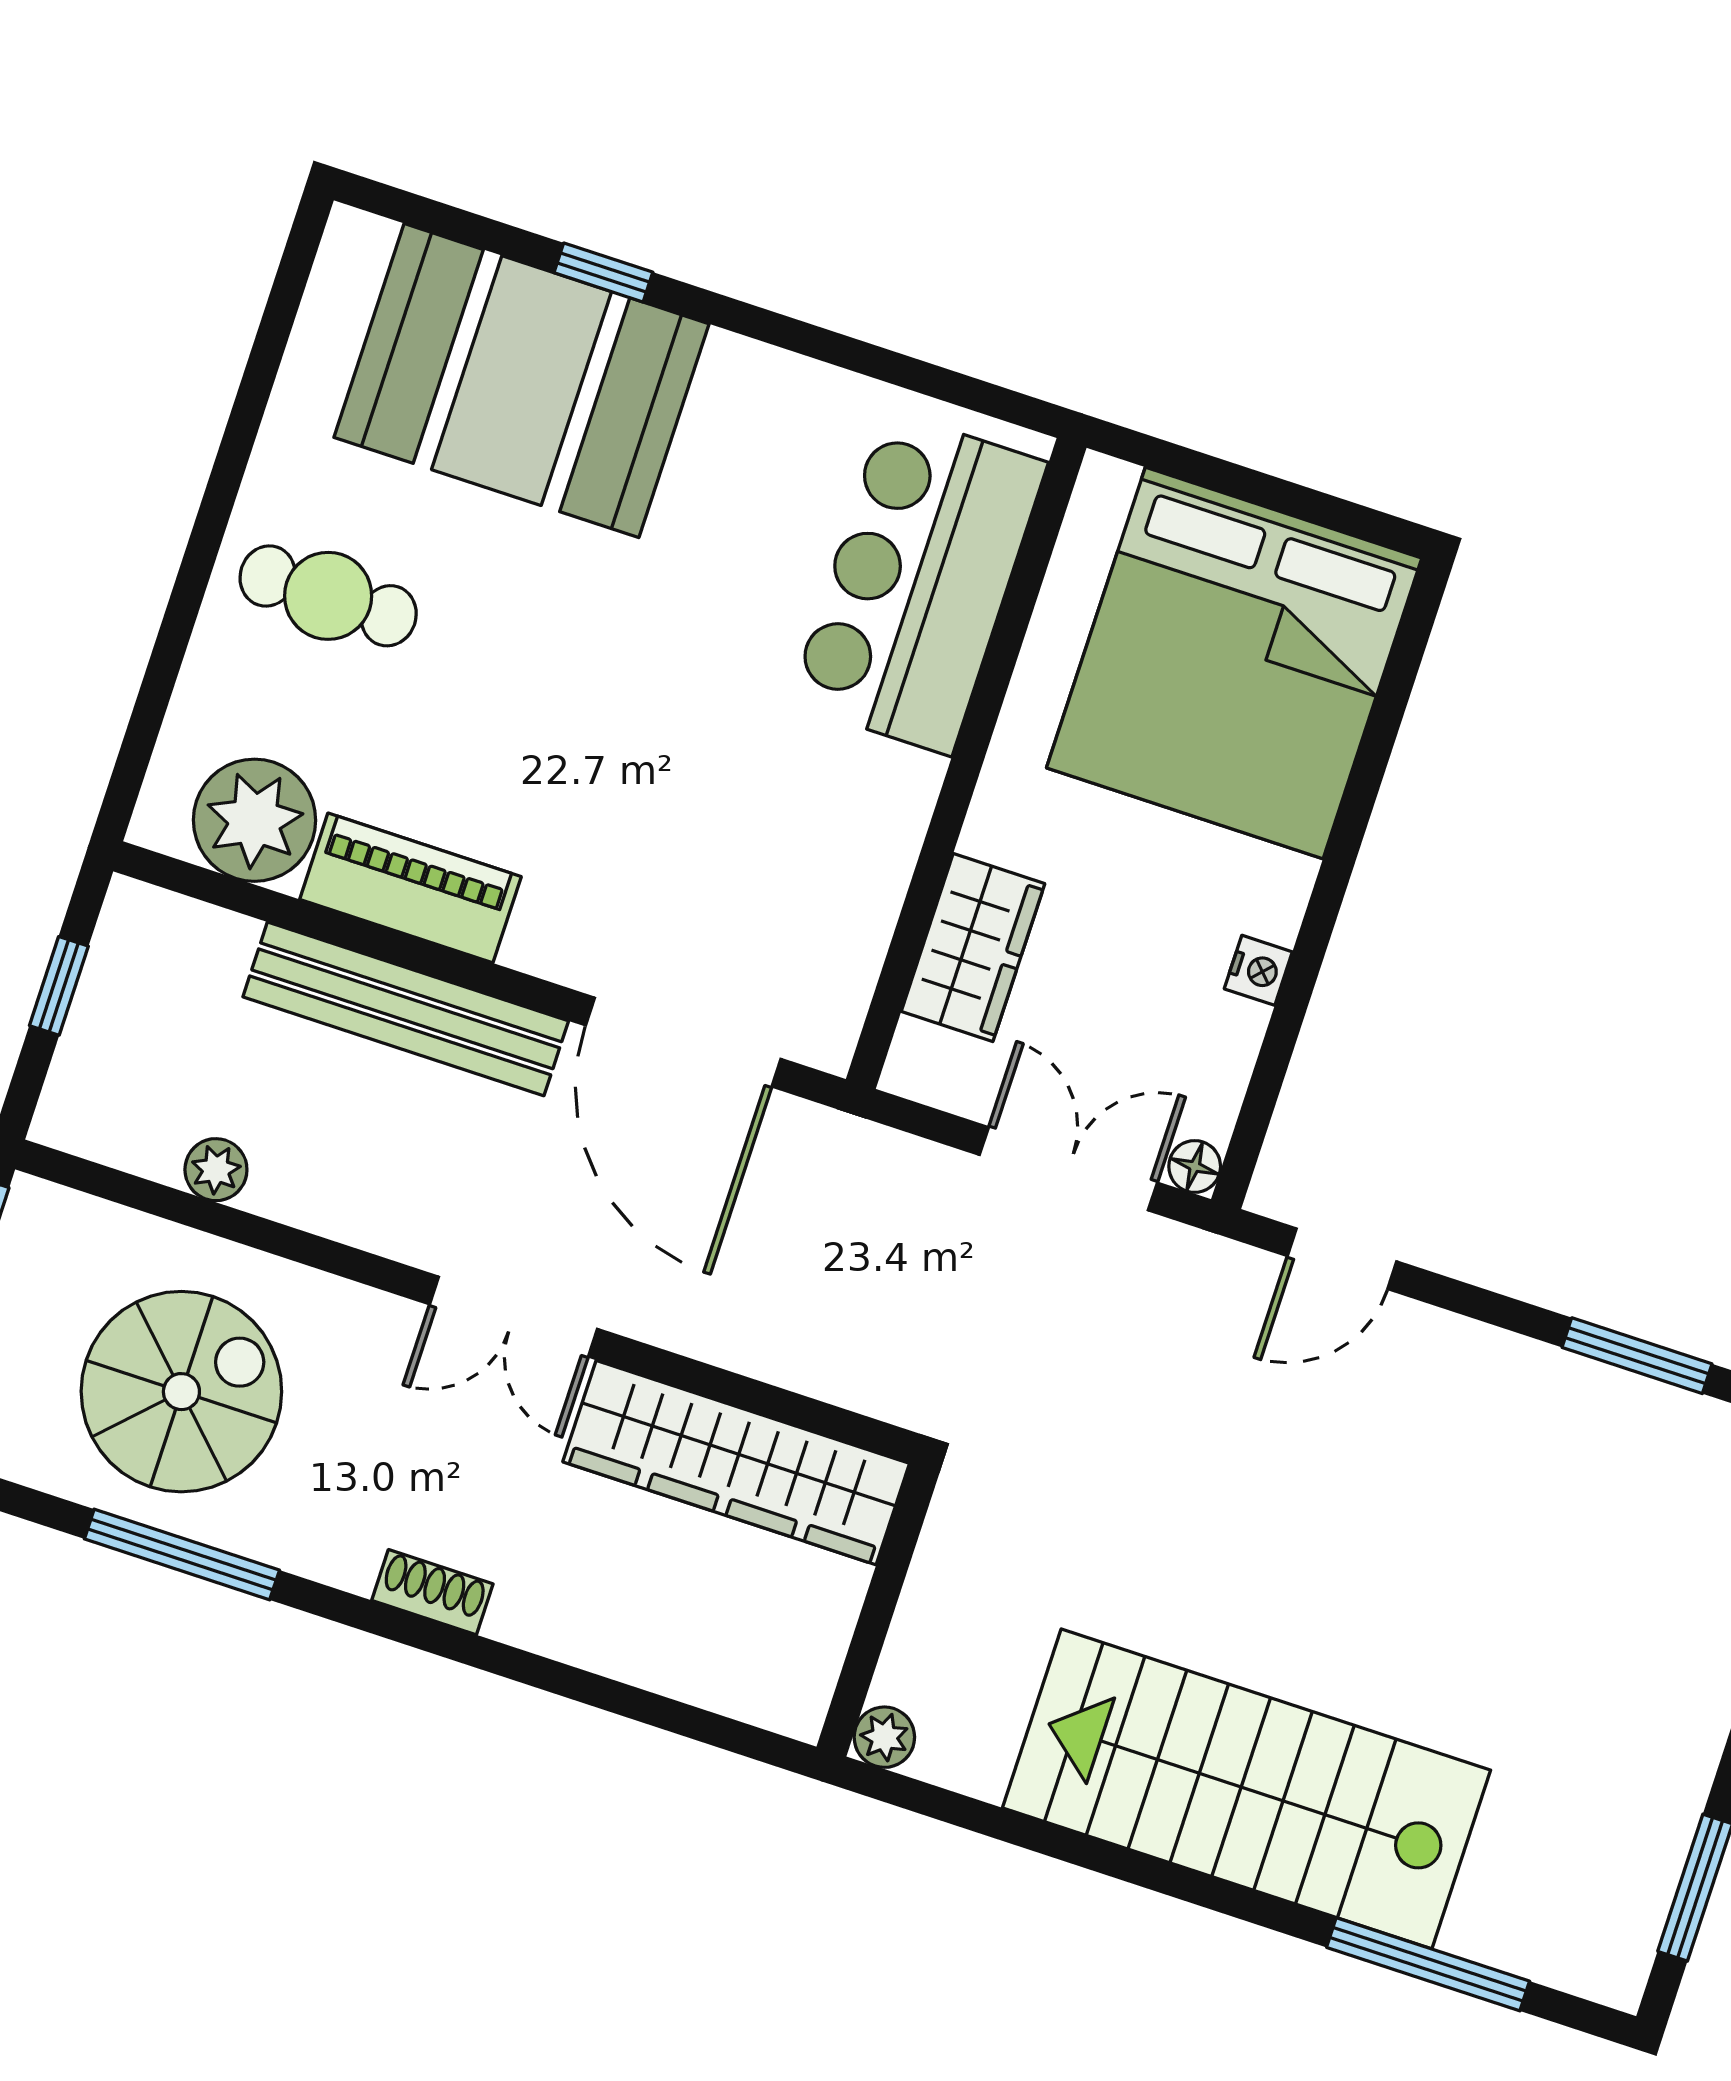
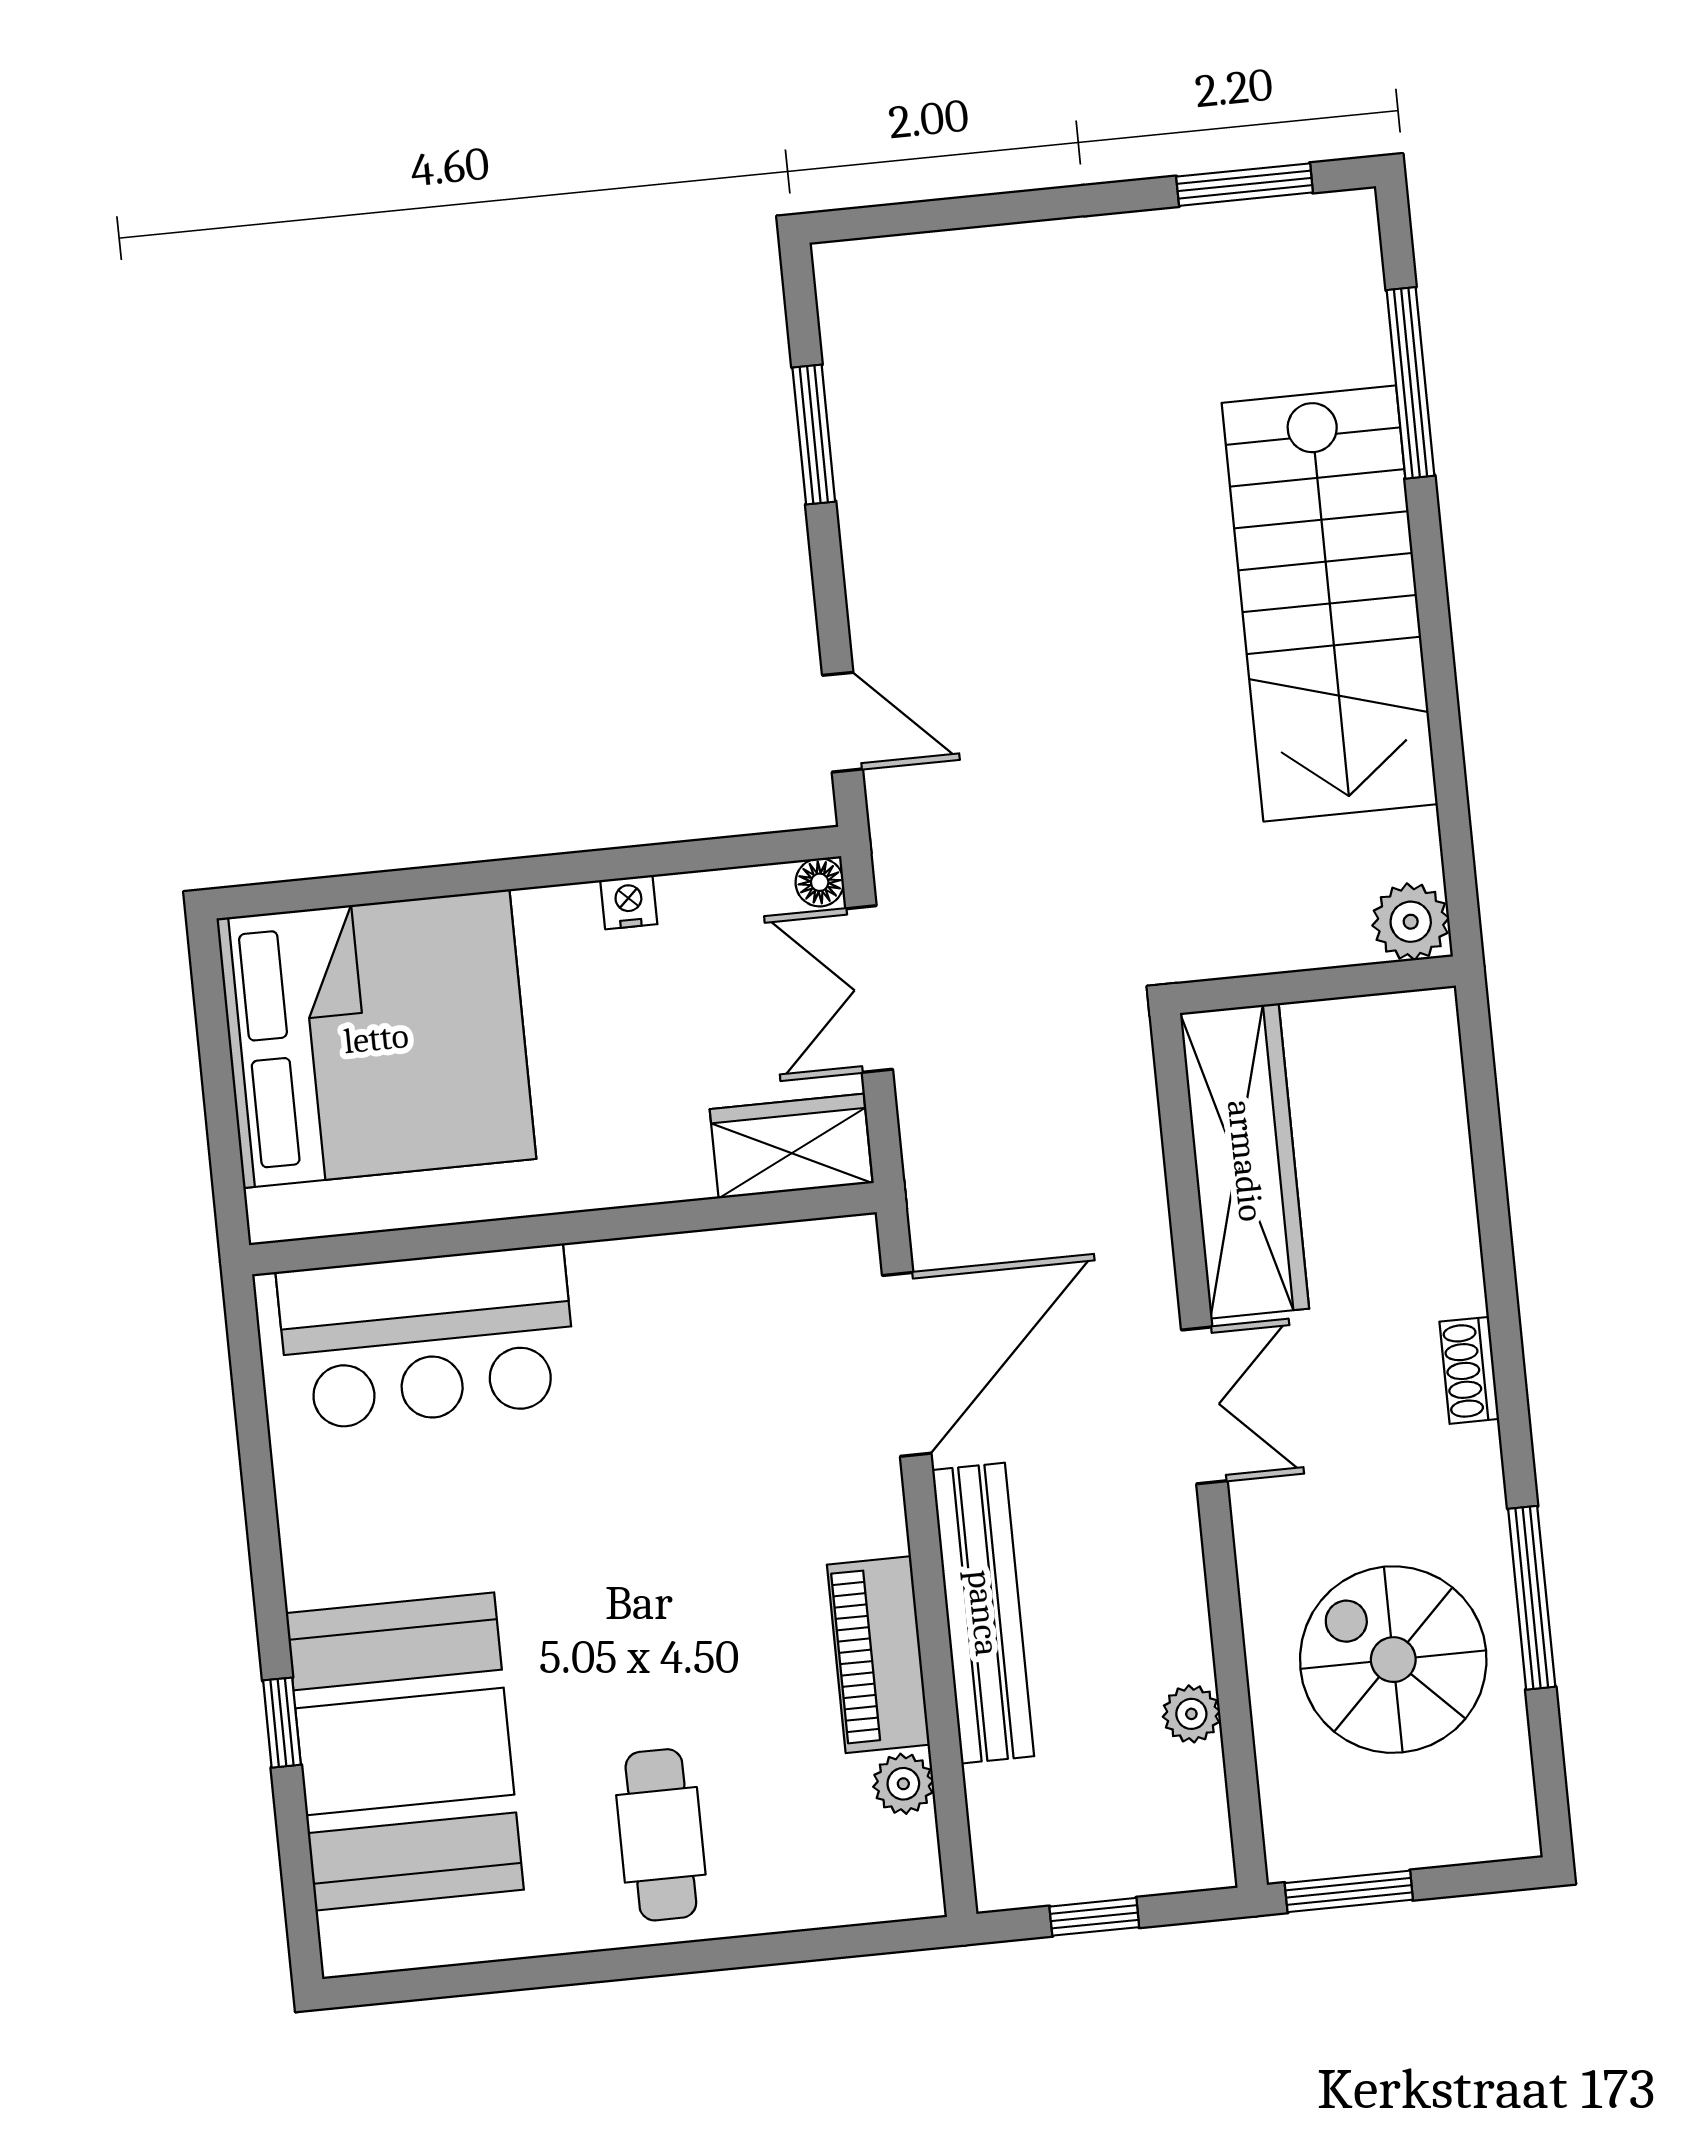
plant: (255, 820) -> (903, 1784), width x0.53, depth x0.53
wardrobe: (973, 948) -> (791, 1146), moved
plant: (884, 1737) -> (1411, 922), width x1.38, depth x1.38

